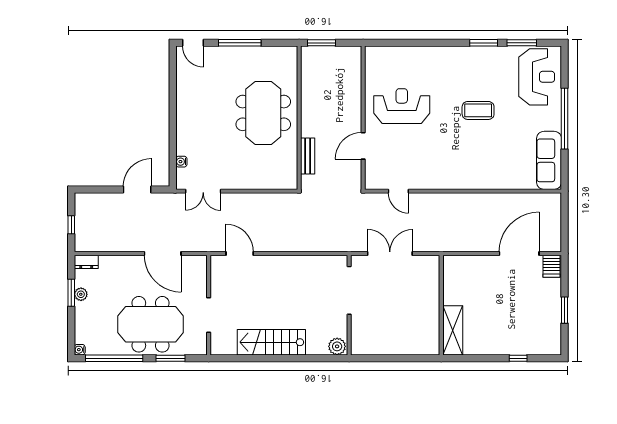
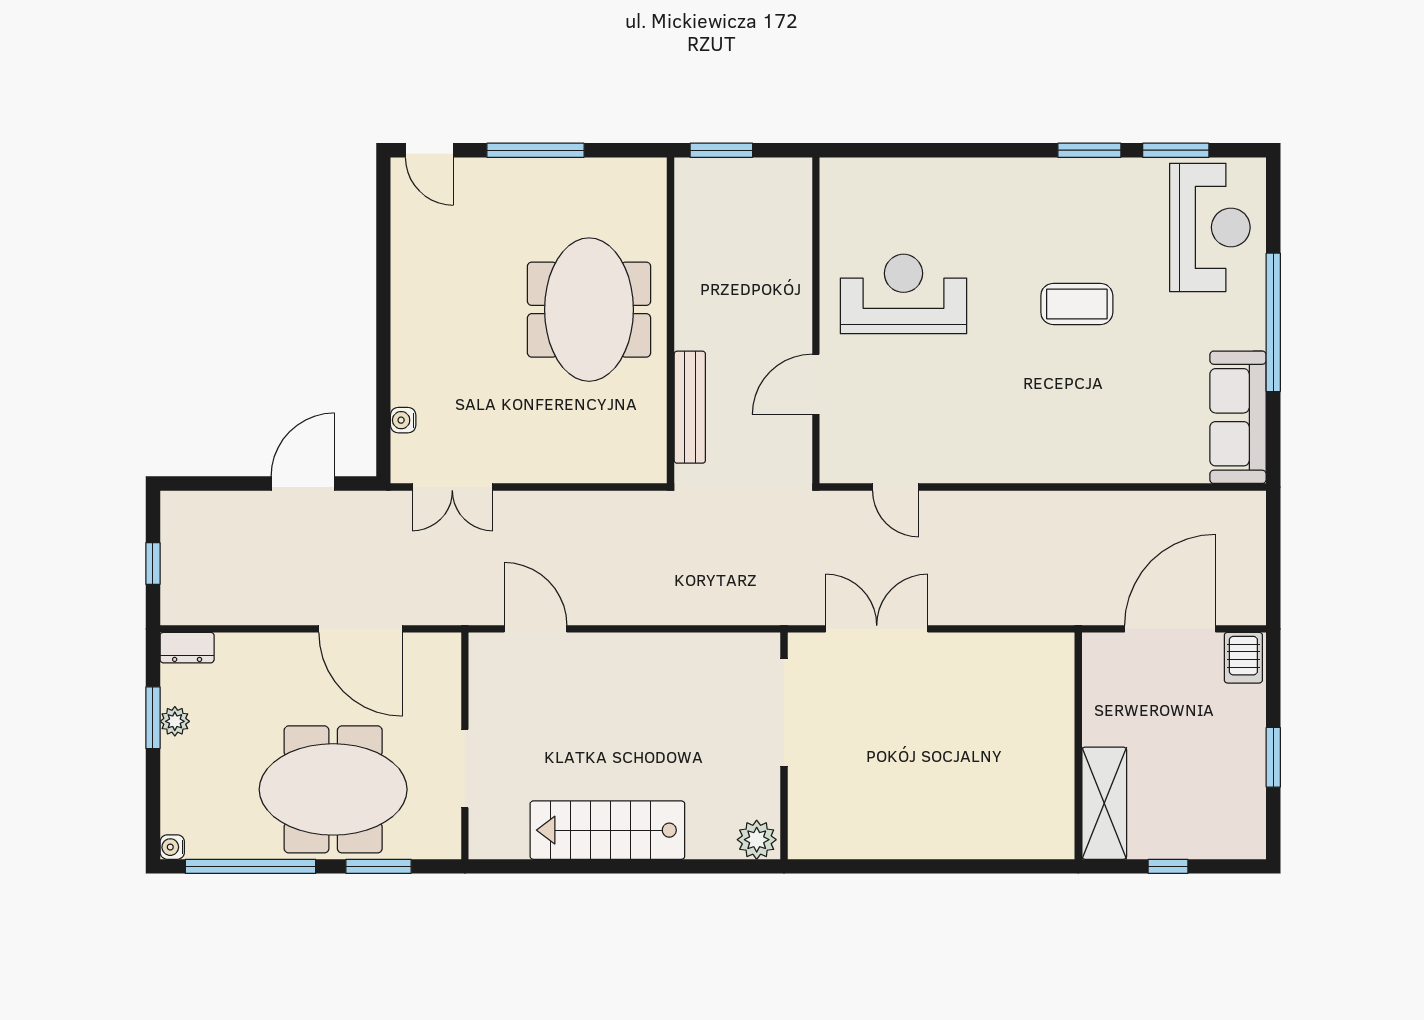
bench: (308, 156) -> (690, 407), width x1.36
wall: (441, 305) -> (1078, 746), moved
shelving: (453, 330) -> (1104, 803), moved

